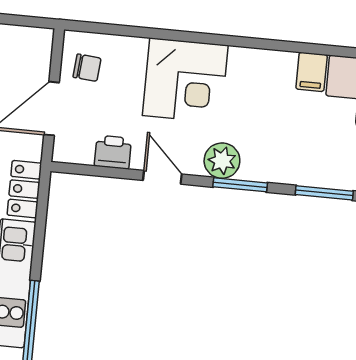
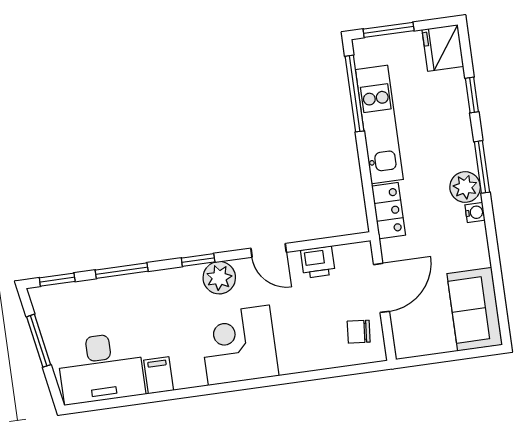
corner desk: (185, 80) -> (239, 345), moved
window: (240, 185) -> (198, 260), width x0.67

